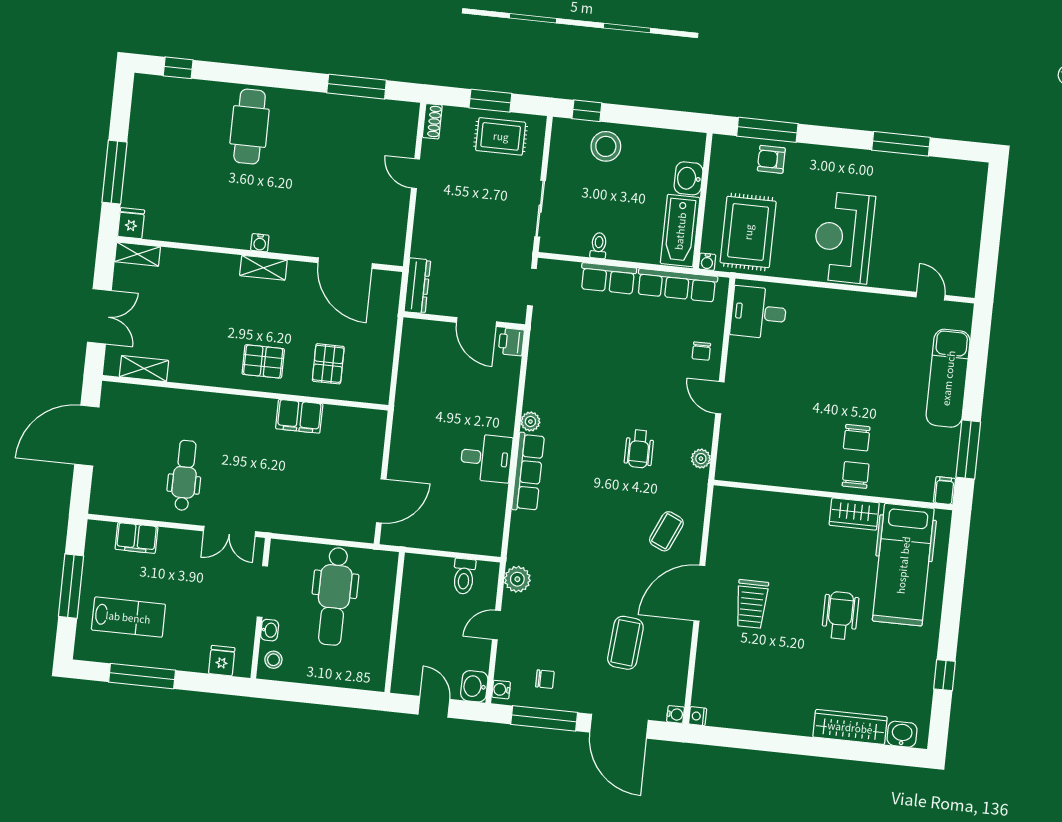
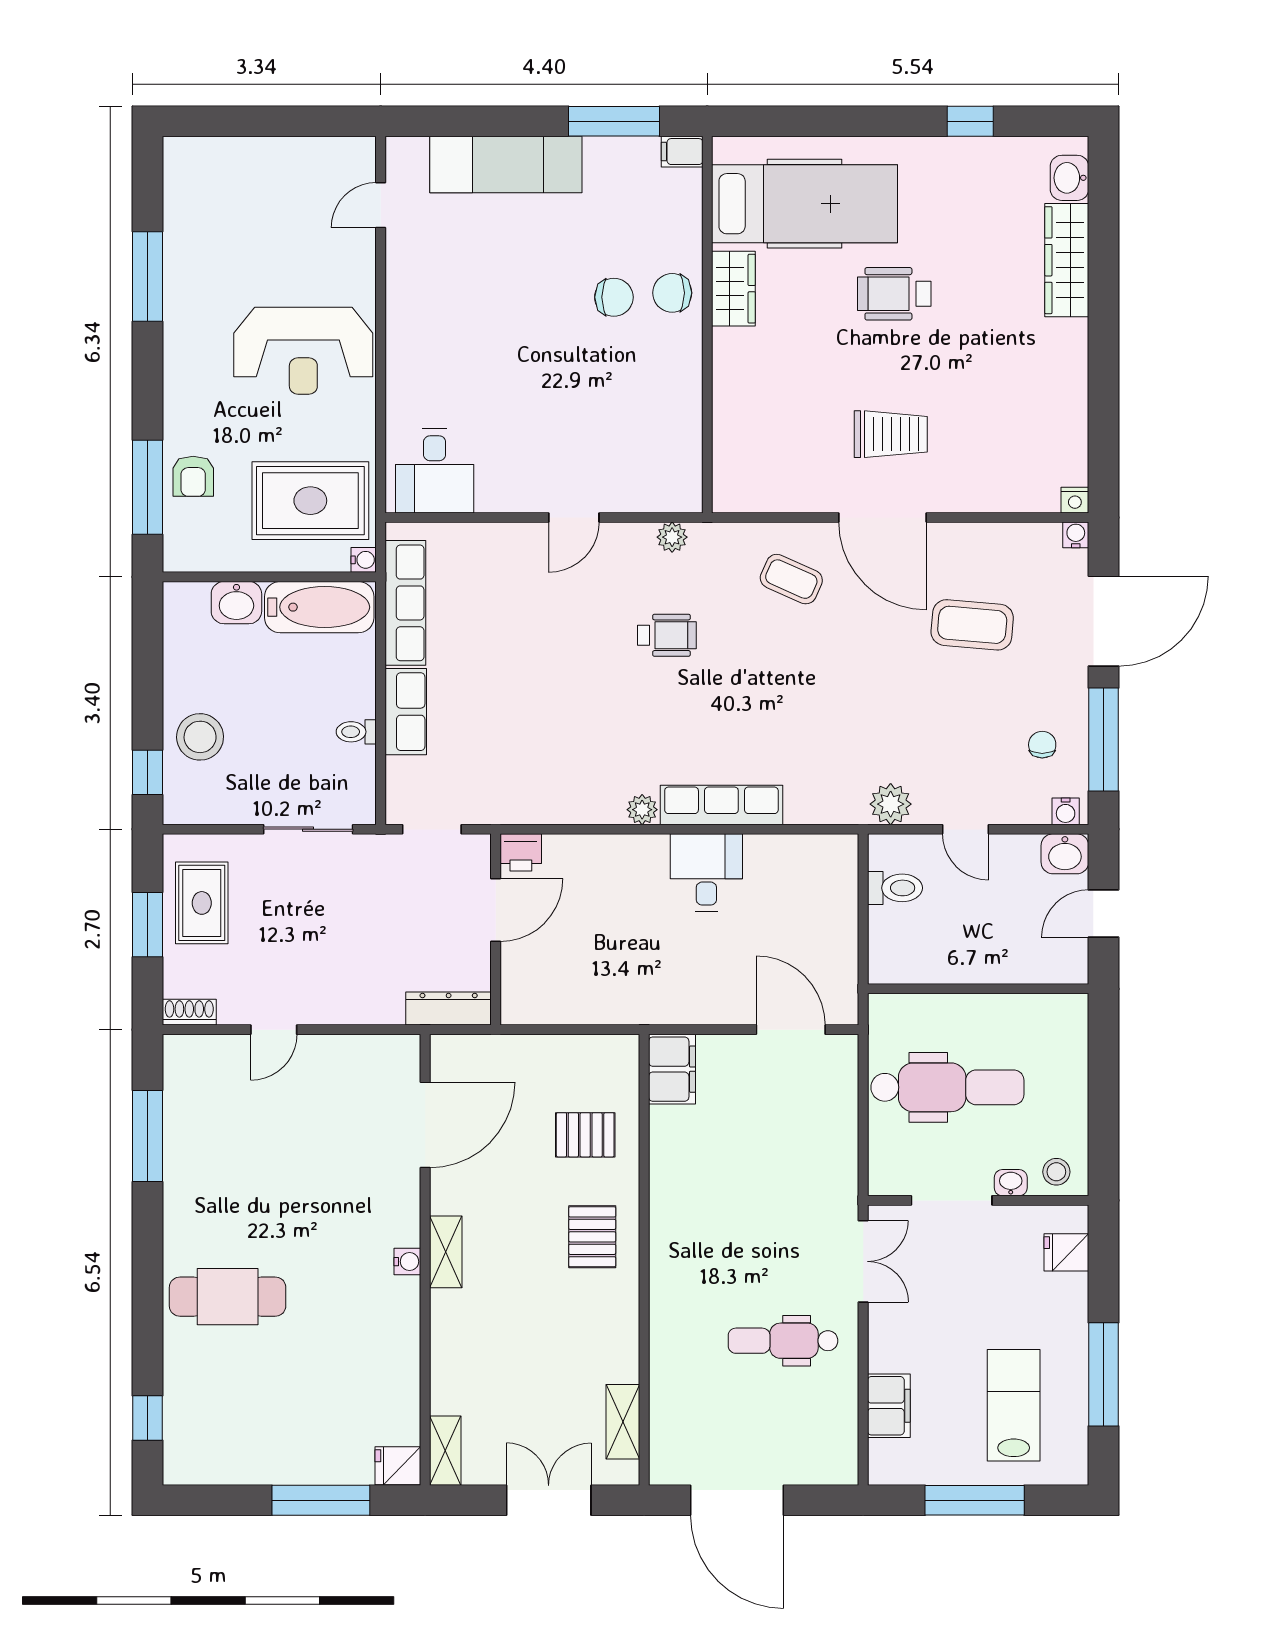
chair: (701, 351) -> (504, 554), removed
filing cabinet: (299, 416) -> (672, 1069), moved

